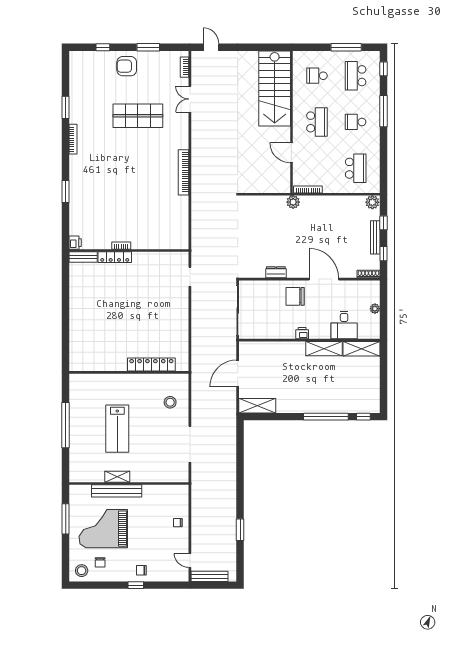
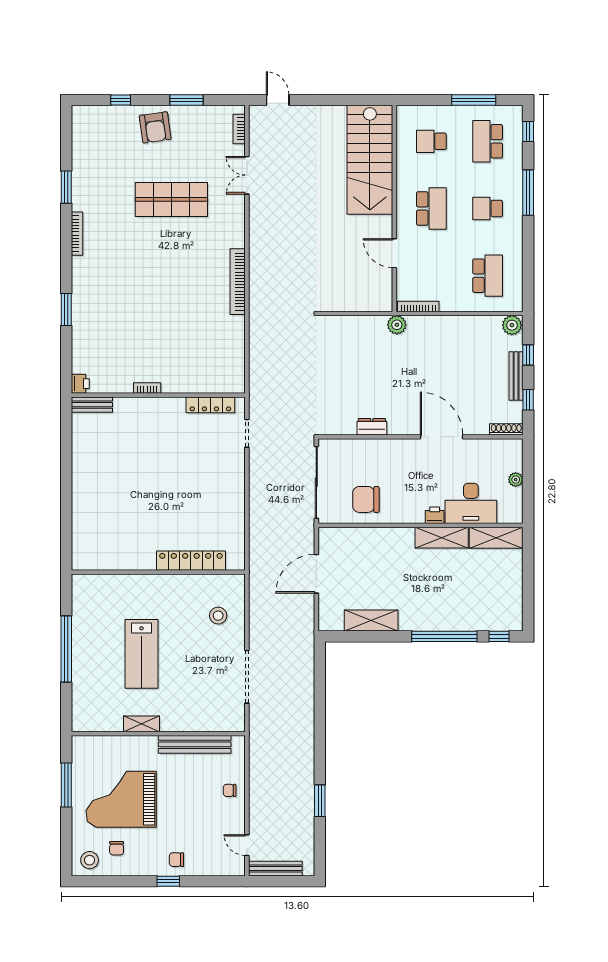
armchair: (127, 66) -> (155, 127), turned -98
locker: (115, 257) -> (210, 405), moved
chair: (295, 296) -> (366, 499), moved
desk: (344, 325) -> (471, 503), width x1.37
printer: (302, 333) -> (435, 515), moved
shelving: (257, 406) -> (371, 621), moved
bench: (117, 491) -> (195, 744), moved

